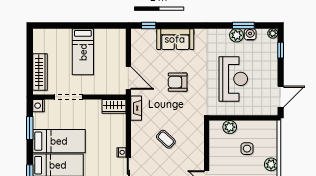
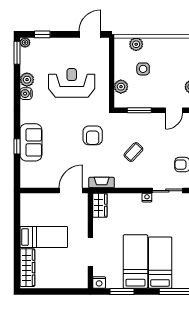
window: (149, 25) -> (17, 146), moved
window: (243, 25) -> (17, 53), moved
water cooler: (250, 34) -> (26, 94), moved
wardrobe: (40, 72) -> (27, 268), moved, turned 90
armchair: (178, 82) -> (93, 135), moved
door: (281, 97) -> (90, 34), hinge flipped
window: (207, 145) -> (139, 110), added
plant: (271, 164) -> (136, 44), moved

